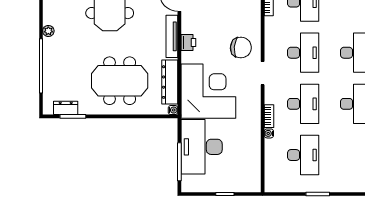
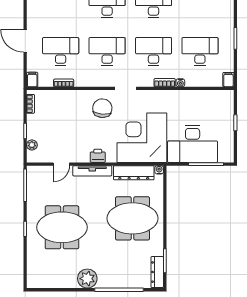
plant: (48, 31) -> (87, 279), width x1.88, depth x1.88
meeting table: (120, 81) -> (132, 218), turned 90
dresser: (66, 108) -> (157, 272), width x1.44
filing cabinet: (272, 186) -> (228, 80), added

